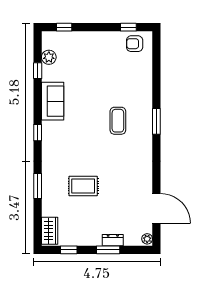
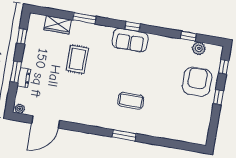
window: (128, 27) -> (218, 97), moved
armchair: (135, 44) -> (197, 82), moved, width x1.88, depth x1.88
sofa: (53, 101) -> (130, 40), moved
wardrobe: (50, 231) -> (58, 25), moved

